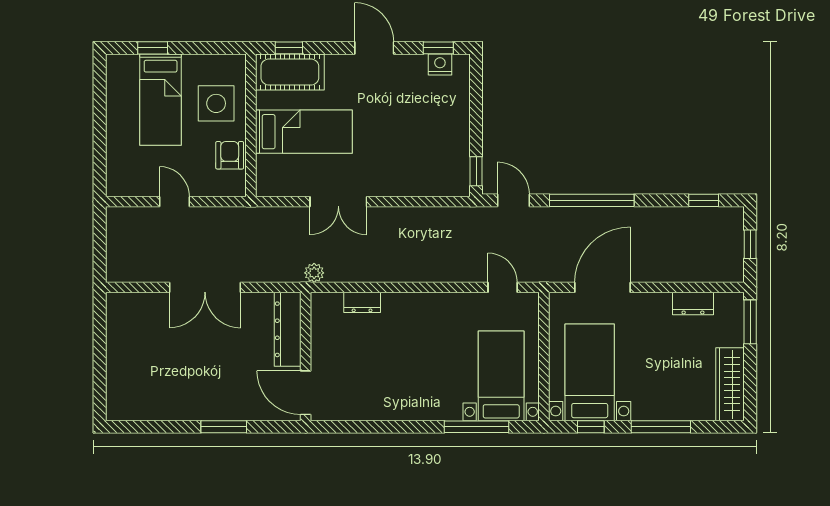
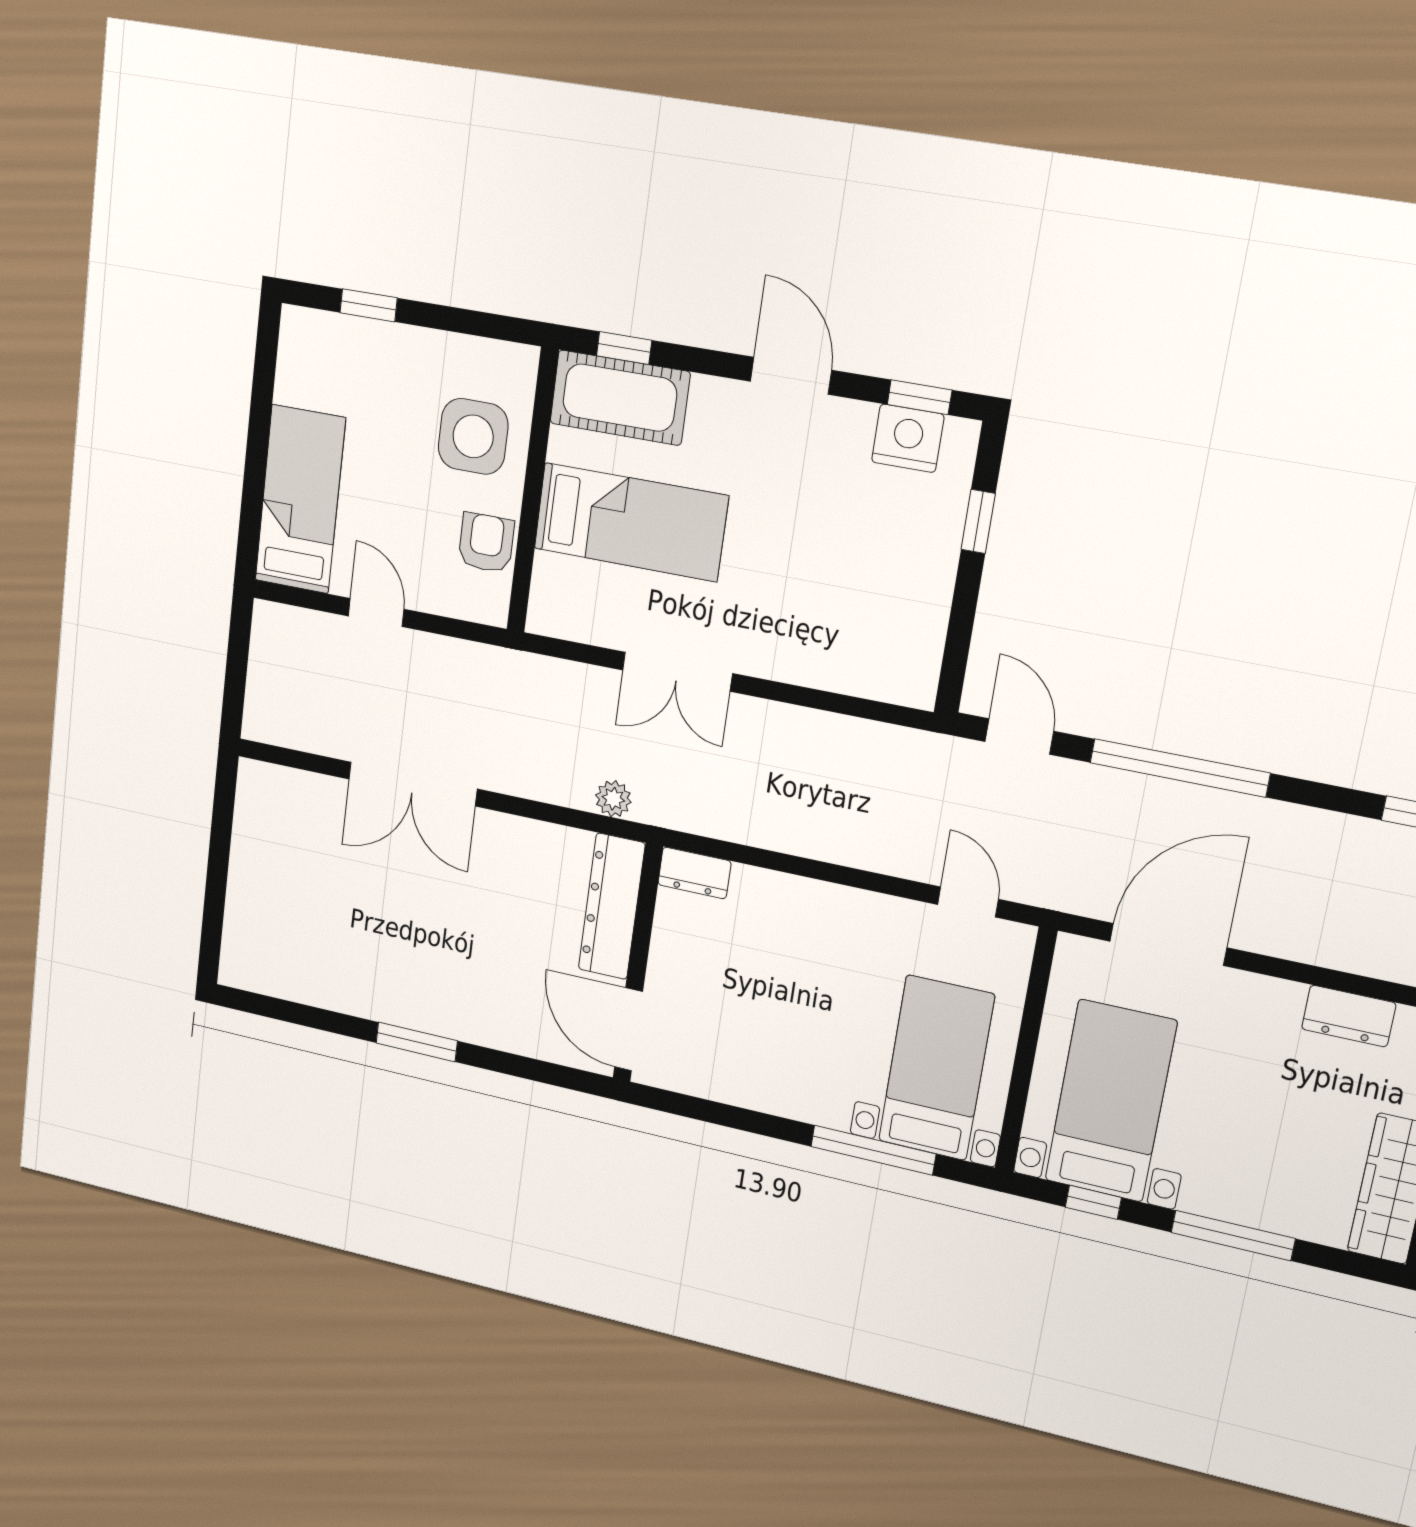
nightstand: (440, 64) -> (908, 438), width x1.36, depth x1.33
bed: (161, 100) -> (300, 499), moved, turned 180
window: (476, 171) -> (978, 521), moved
dresser: (288, 329) -> (612, 906), moved
wall: (306, 356) -> (638, 964), moved
door: (306, 393) -> (629, 1029), moved

